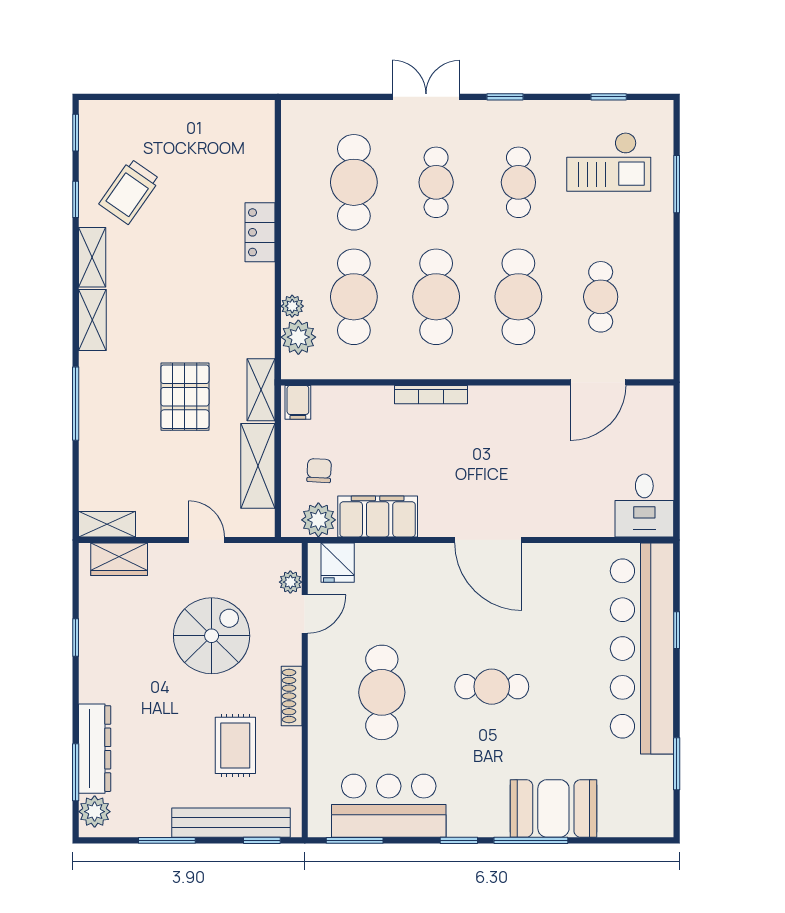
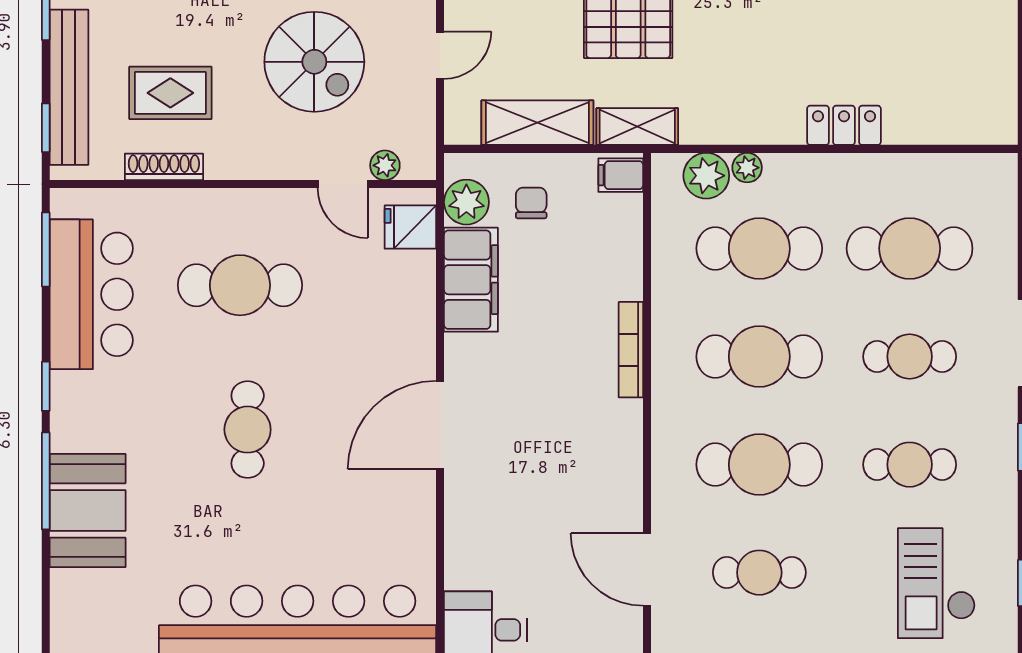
chair: (319, 471) -> (531, 203), turned -93
shoe rack: (292, 696) -> (164, 167), moved

